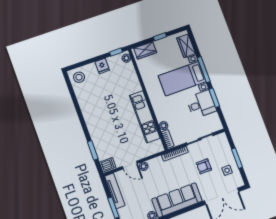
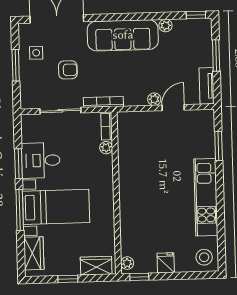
kitchen unit: (145, 117) -> (206, 197), moved, turned 180
dishwasher: (108, 165) -> (204, 119), removed
door: (130, 165) -> (173, 108), hinge flipped
tv unit: (115, 191) -> (207, 86), width x0.71

